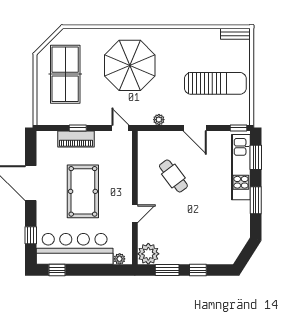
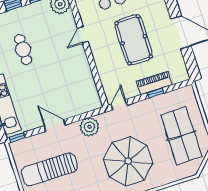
plant: (159, 120) -> (89, 127), width x1.88, depth x1.88
door: (120, 128) -> (119, 105), swing flipped
cafe table: (173, 176) -> (23, 50), moved, turned 37

